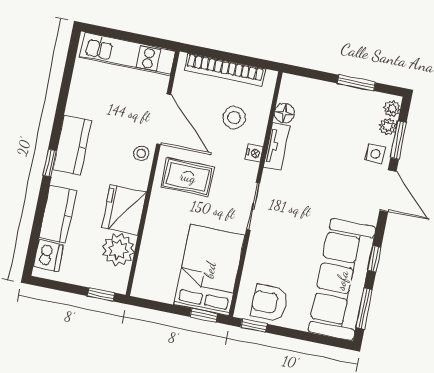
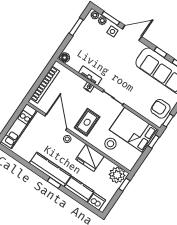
floor lamp: (284, 113) -> (65, 58), moved
stool: (234, 118) -> (110, 144), moved
door: (164, 119) -> (56, 122), hinge flipped
kitchen counter: (72, 145) -> (50, 169), width x1.50
plant: (118, 250) -> (117, 175), moved
armchair: (269, 303) -> (161, 109), turned 90

